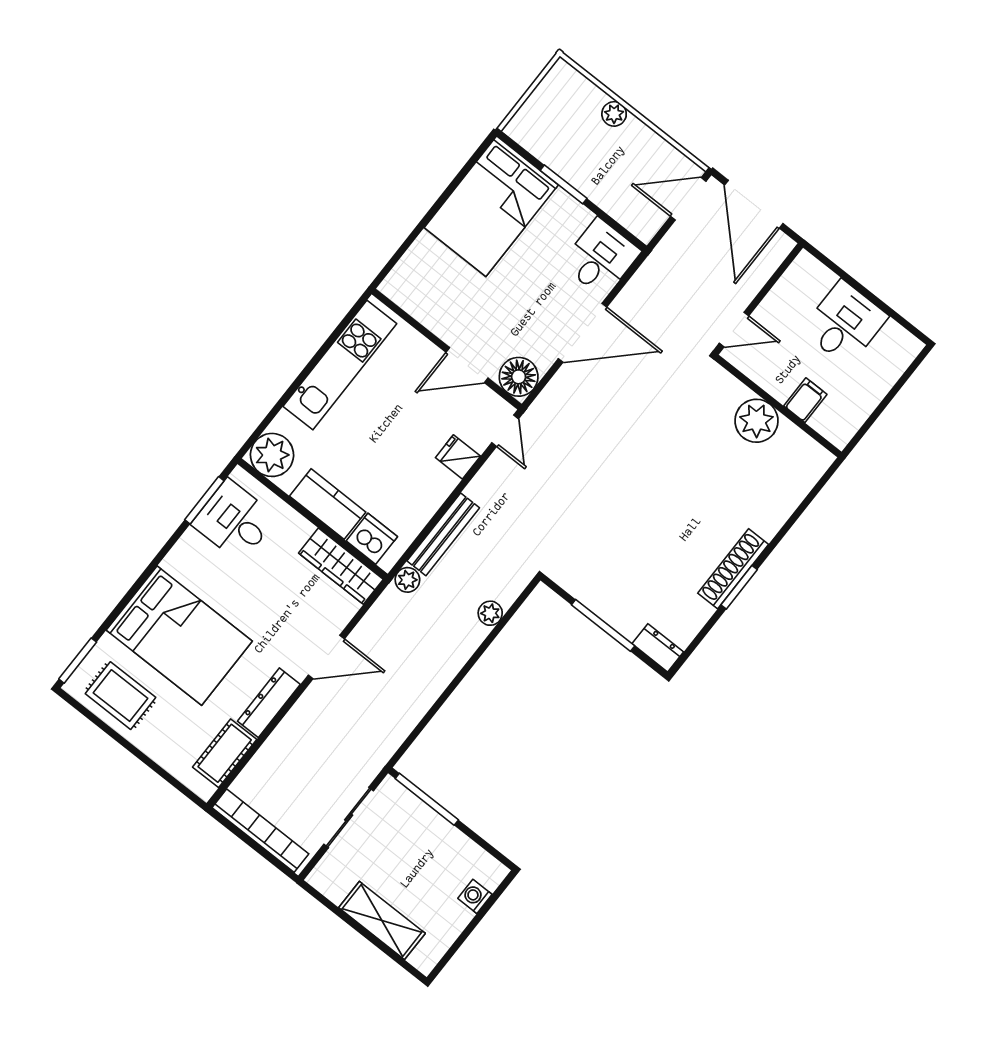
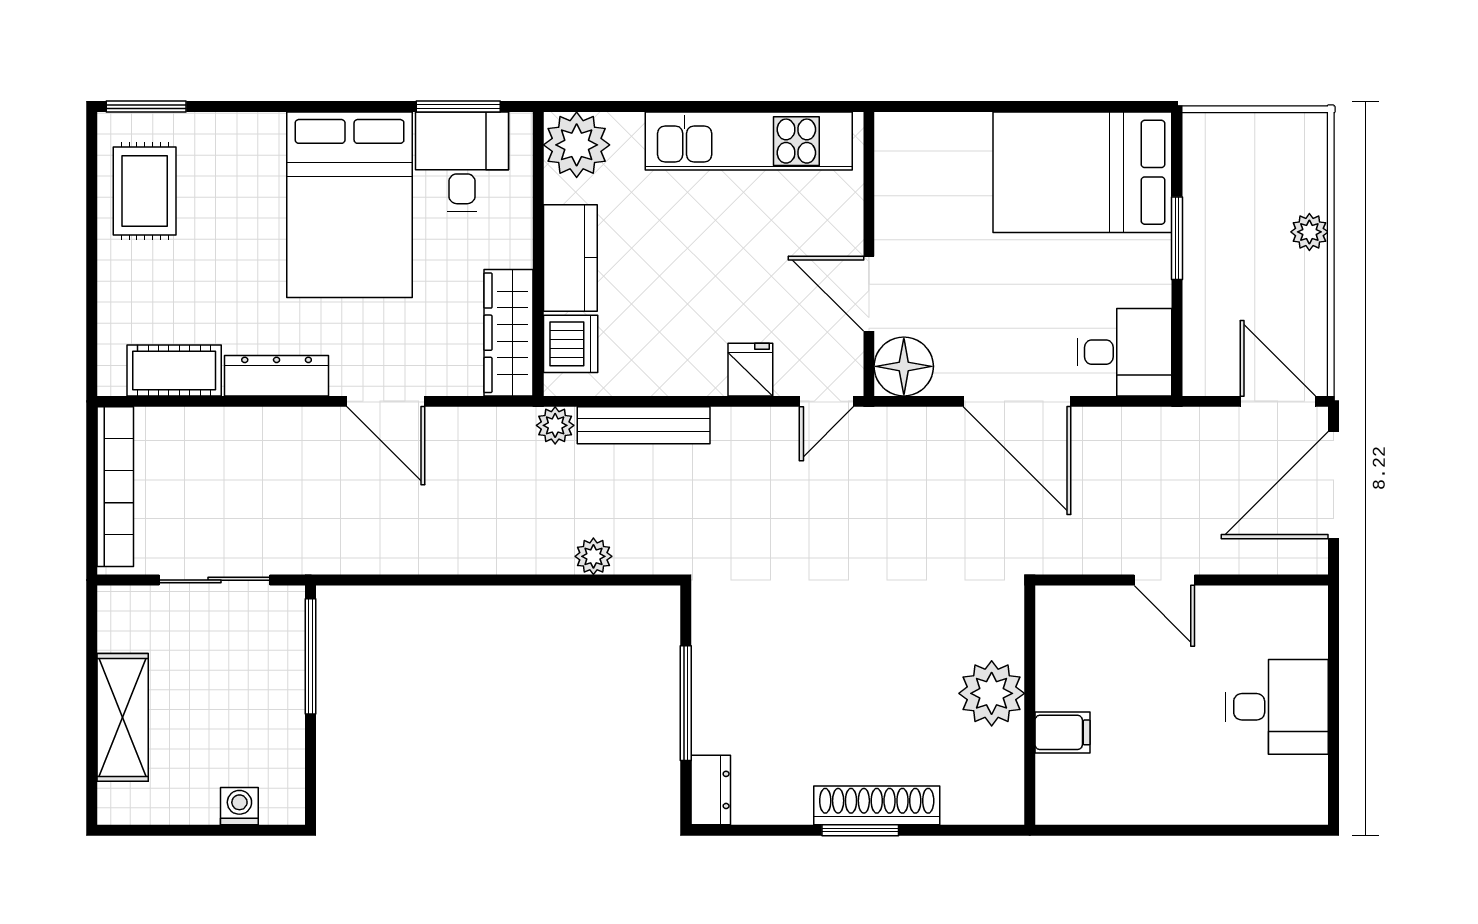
filing cabinet: (805, 400) -> (1062, 732), moved
wall: (778, 406) -> (1030, 705), moved
plant: (756, 421) -> (992, 693), moved
bed: (179, 636) -> (350, 205), moved

